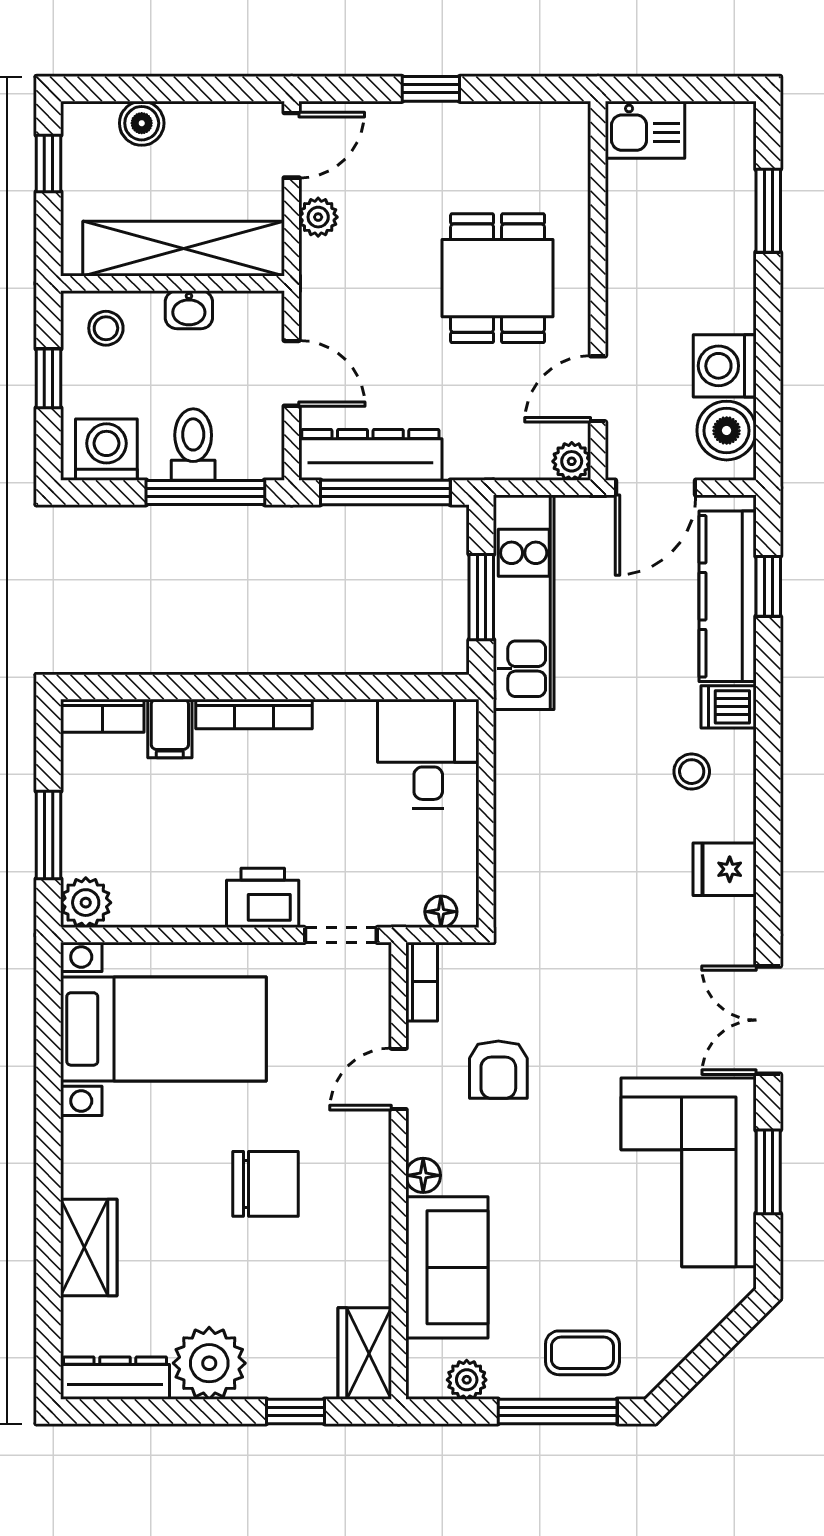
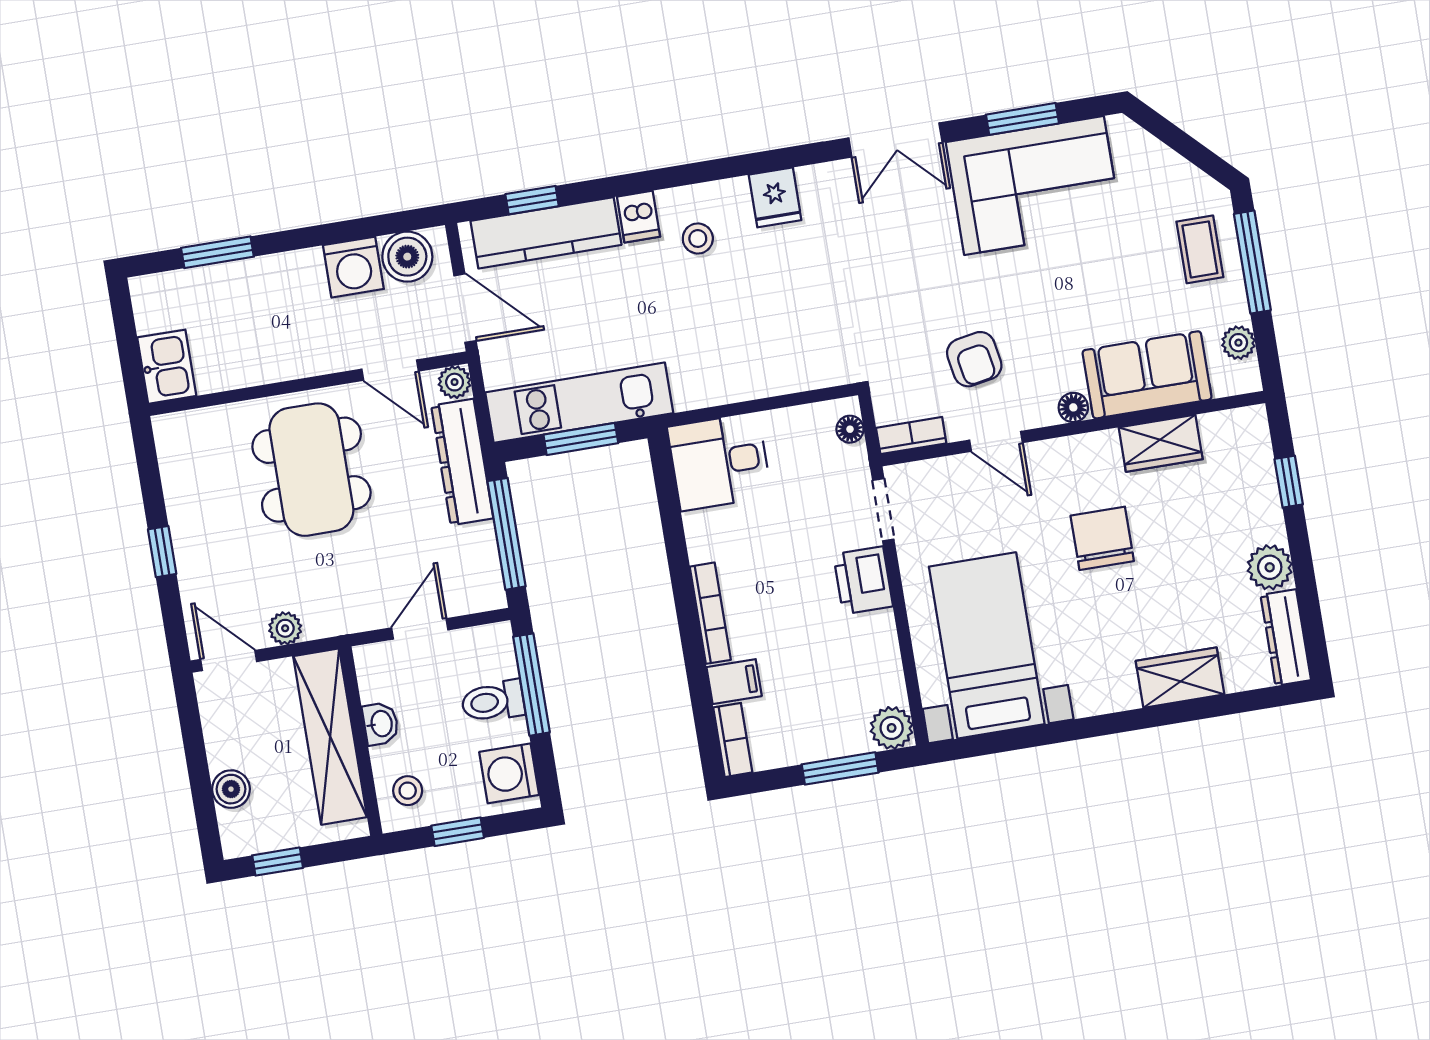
dining table: (498, 278) -> (311, 470), width x1.37
dresser: (370, 455) -> (462, 462), moved
armchair: (498, 1070) -> (974, 359), turned 80
wardrobe: (365, 1353) -> (1161, 443), moved
plant: (209, 1363) -> (1270, 567), width x0.73, depth x0.73

